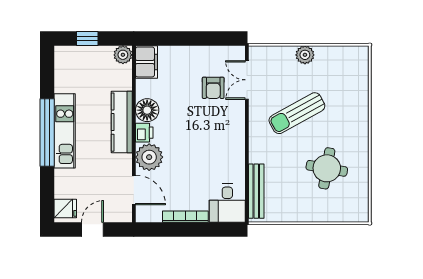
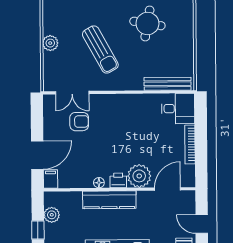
door: (175, 39) -> (37, 155), added
plant: (123, 55) -> (52, 215), moved
filing cabinet: (146, 62) -> (51, 179), width x0.50
floor lamp: (147, 110) -> (99, 183), width x0.53, depth x0.53

